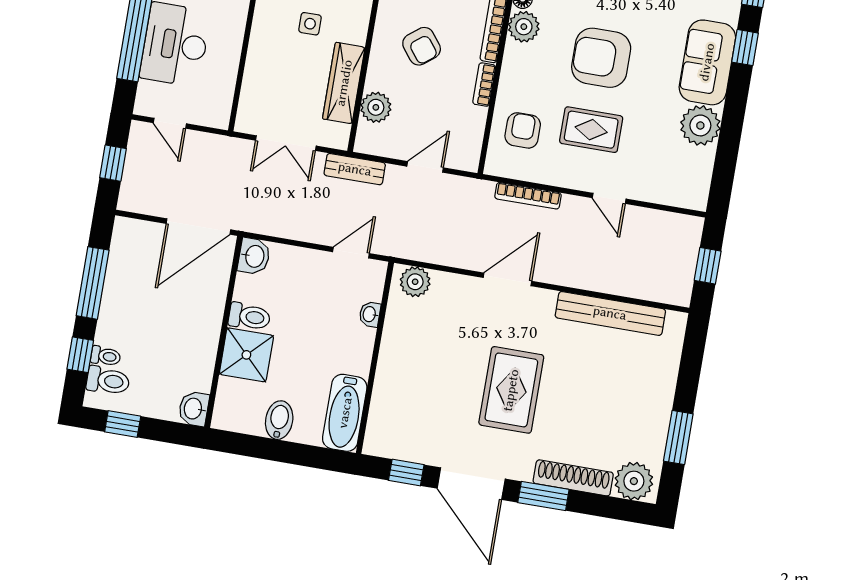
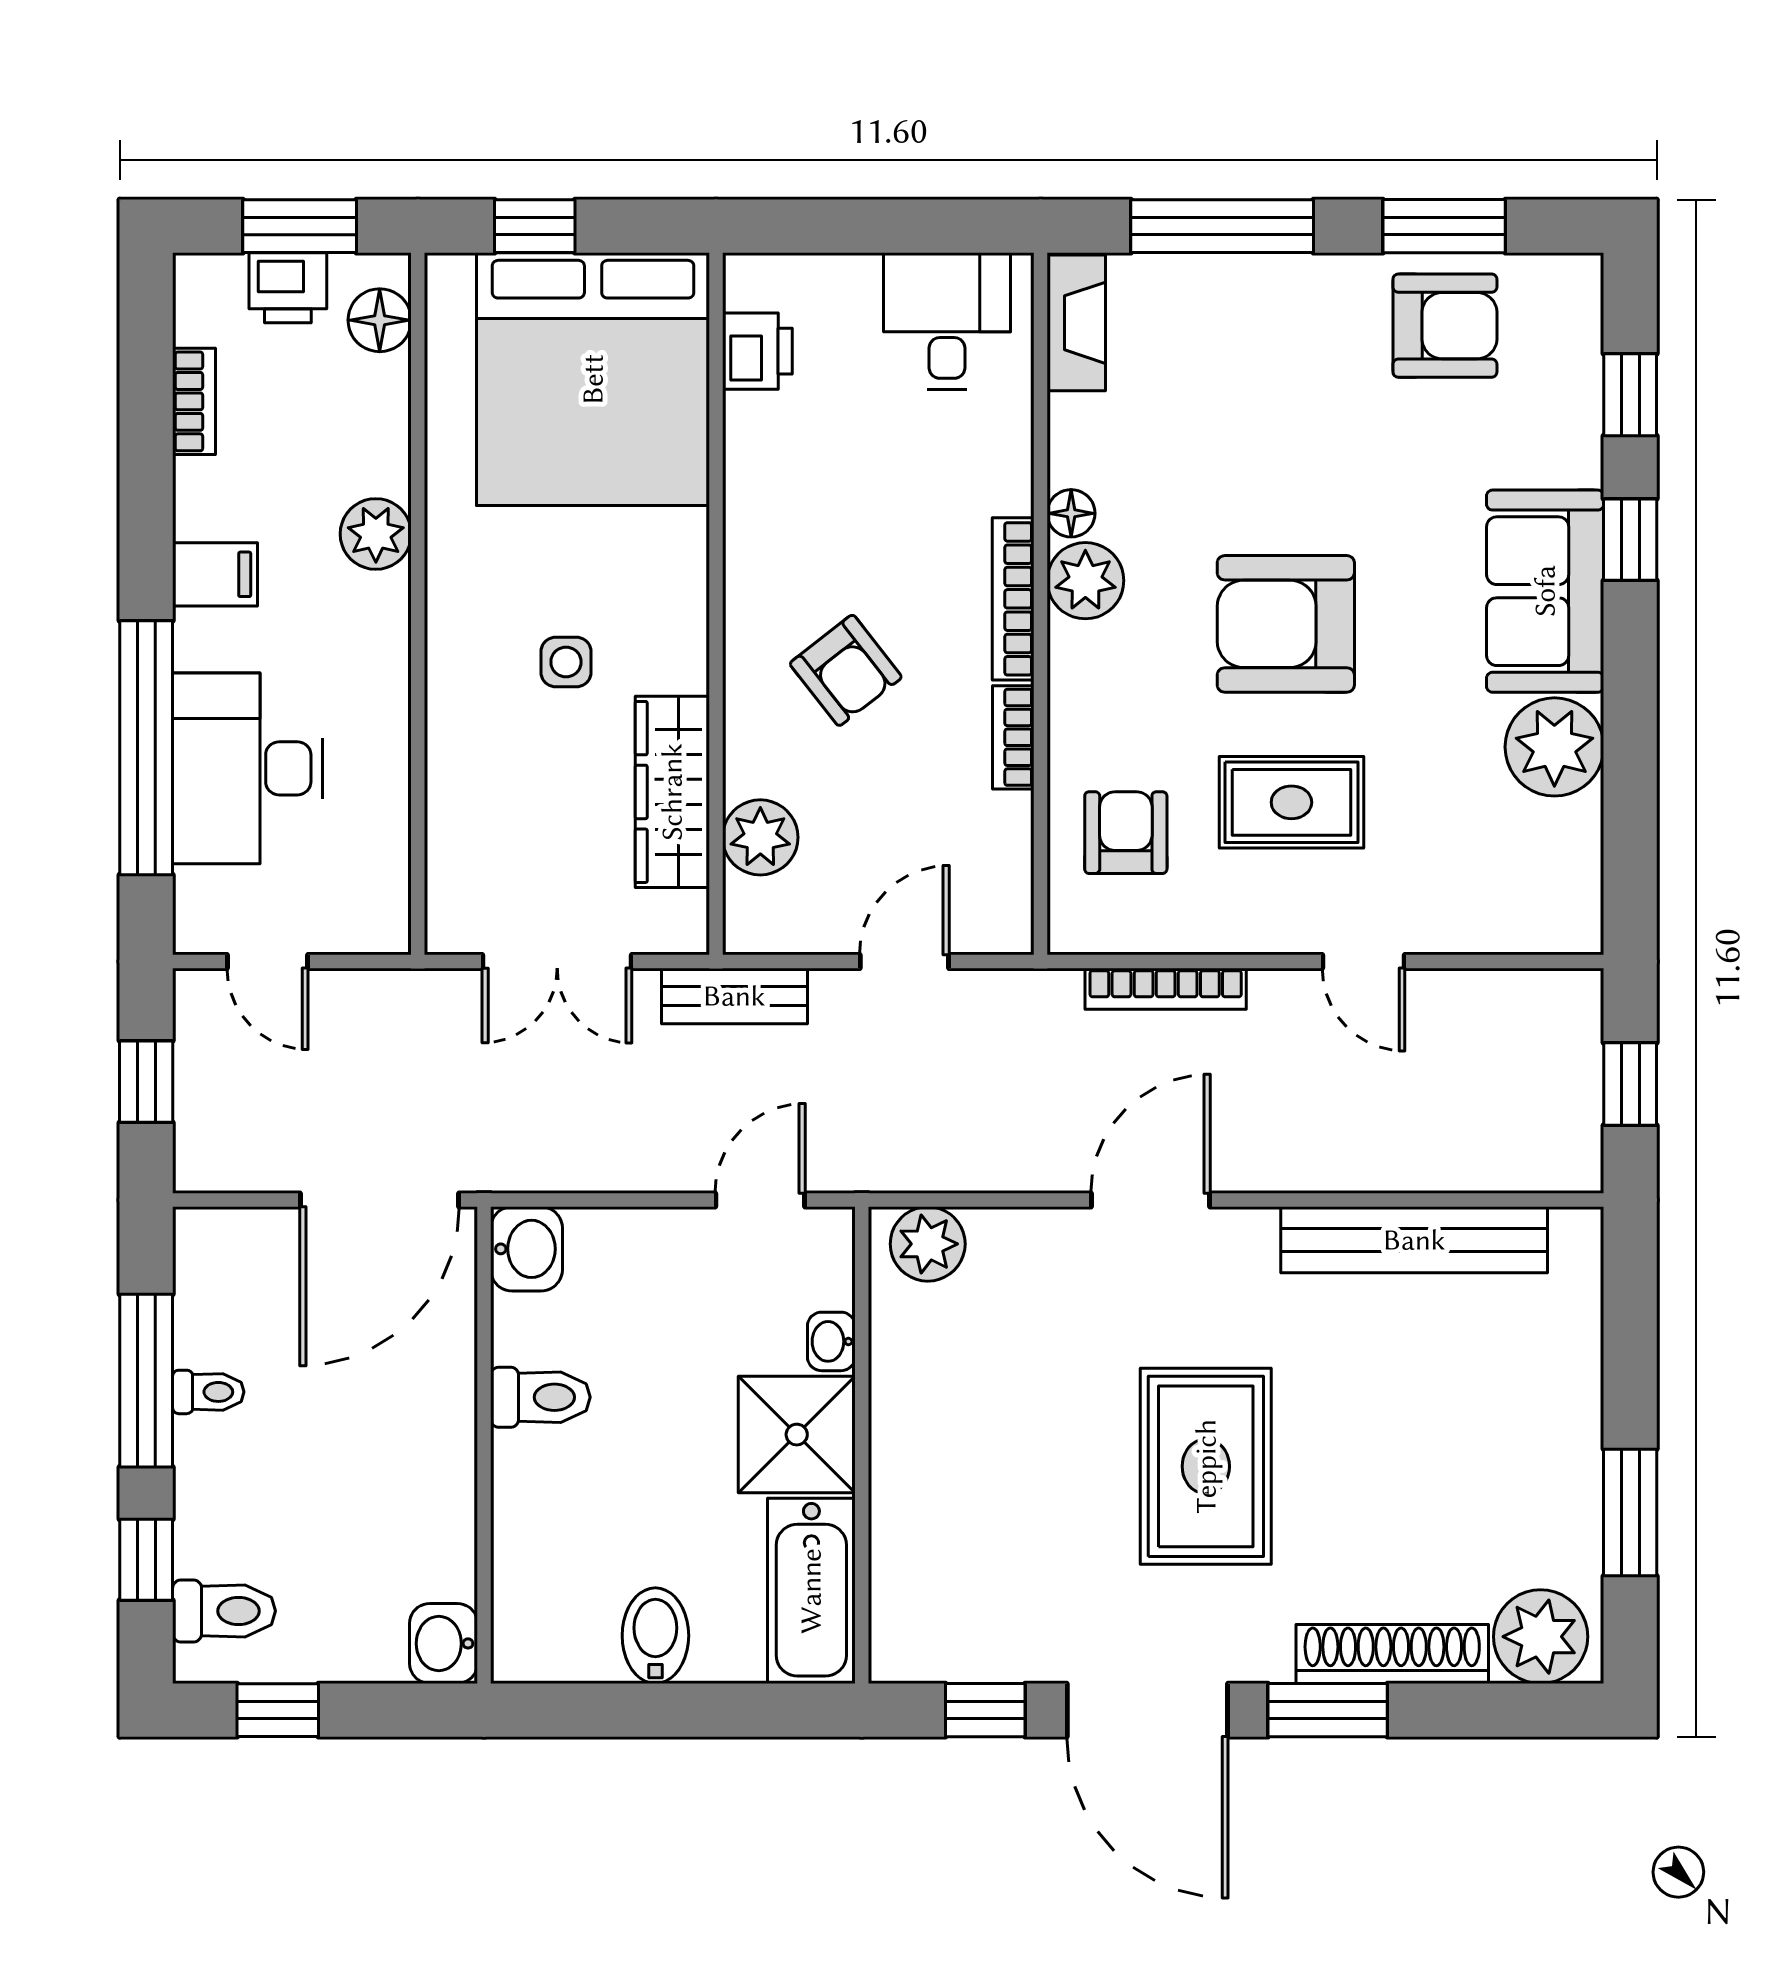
shower: (246, 355) -> (797, 1435), moved
toilet: (106, 356) -> (208, 1392), moved

